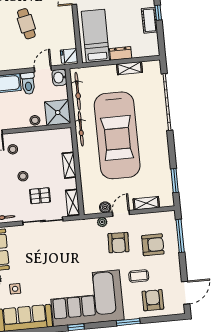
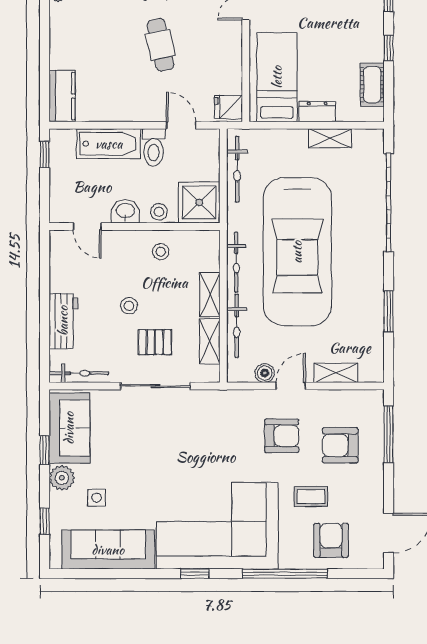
cot: (149, 20) -> (372, 85), moved
door: (43, 69) -> (181, 125), hinge flipped
washbasin: (59, 78) -> (125, 211), moved, turned 90
bicycle: (81, 129) -> (236, 262), moved
stool: (13, 149) -> (161, 252), moved
window: (175, 181) -> (389, 311), moved
bicycle: (86, 182) -> (237, 326), added
shelving: (73, 203) -> (210, 341), moved
plant: (102, 222) -> (257, 398), removed
armchair: (118, 243) -> (282, 436), turned -92
armchair: (153, 245) -> (340, 445), turned 180
window: (128, 322) -> (285, 574), width x2.11

